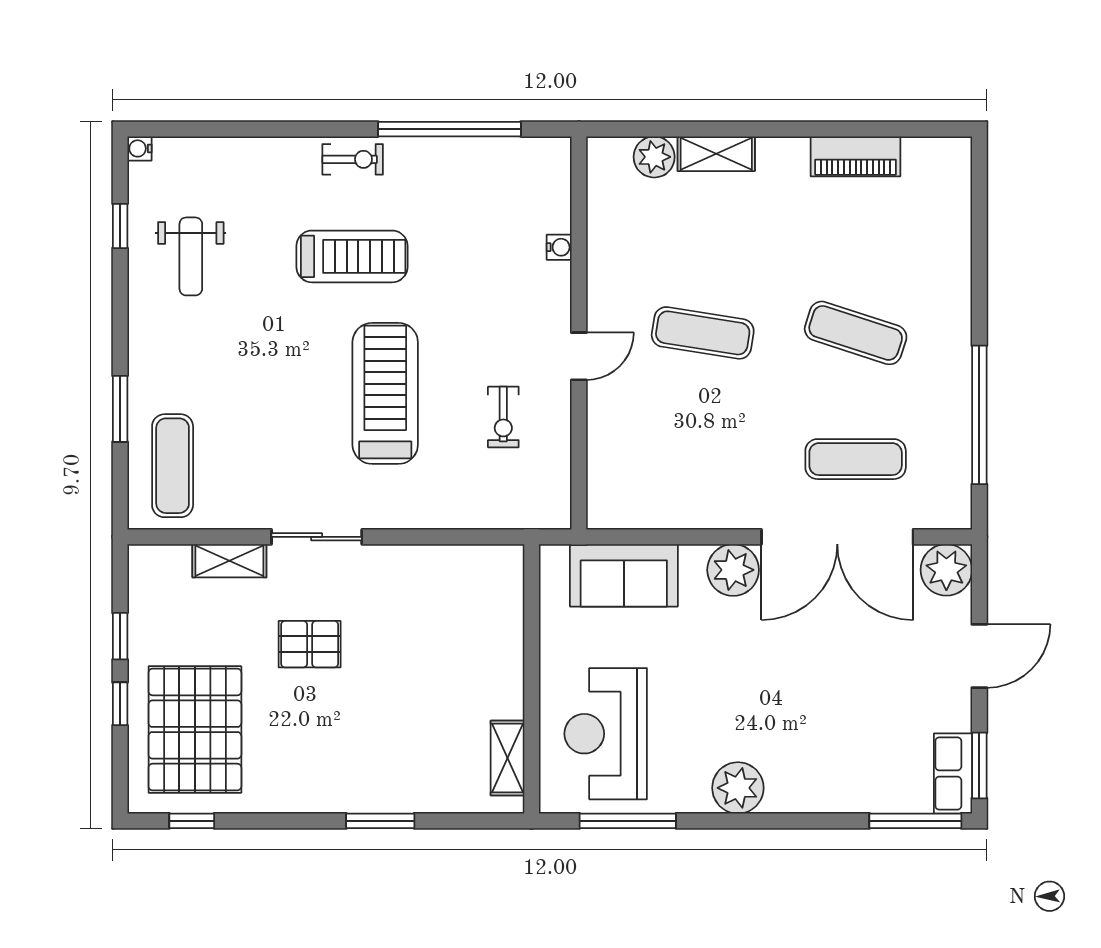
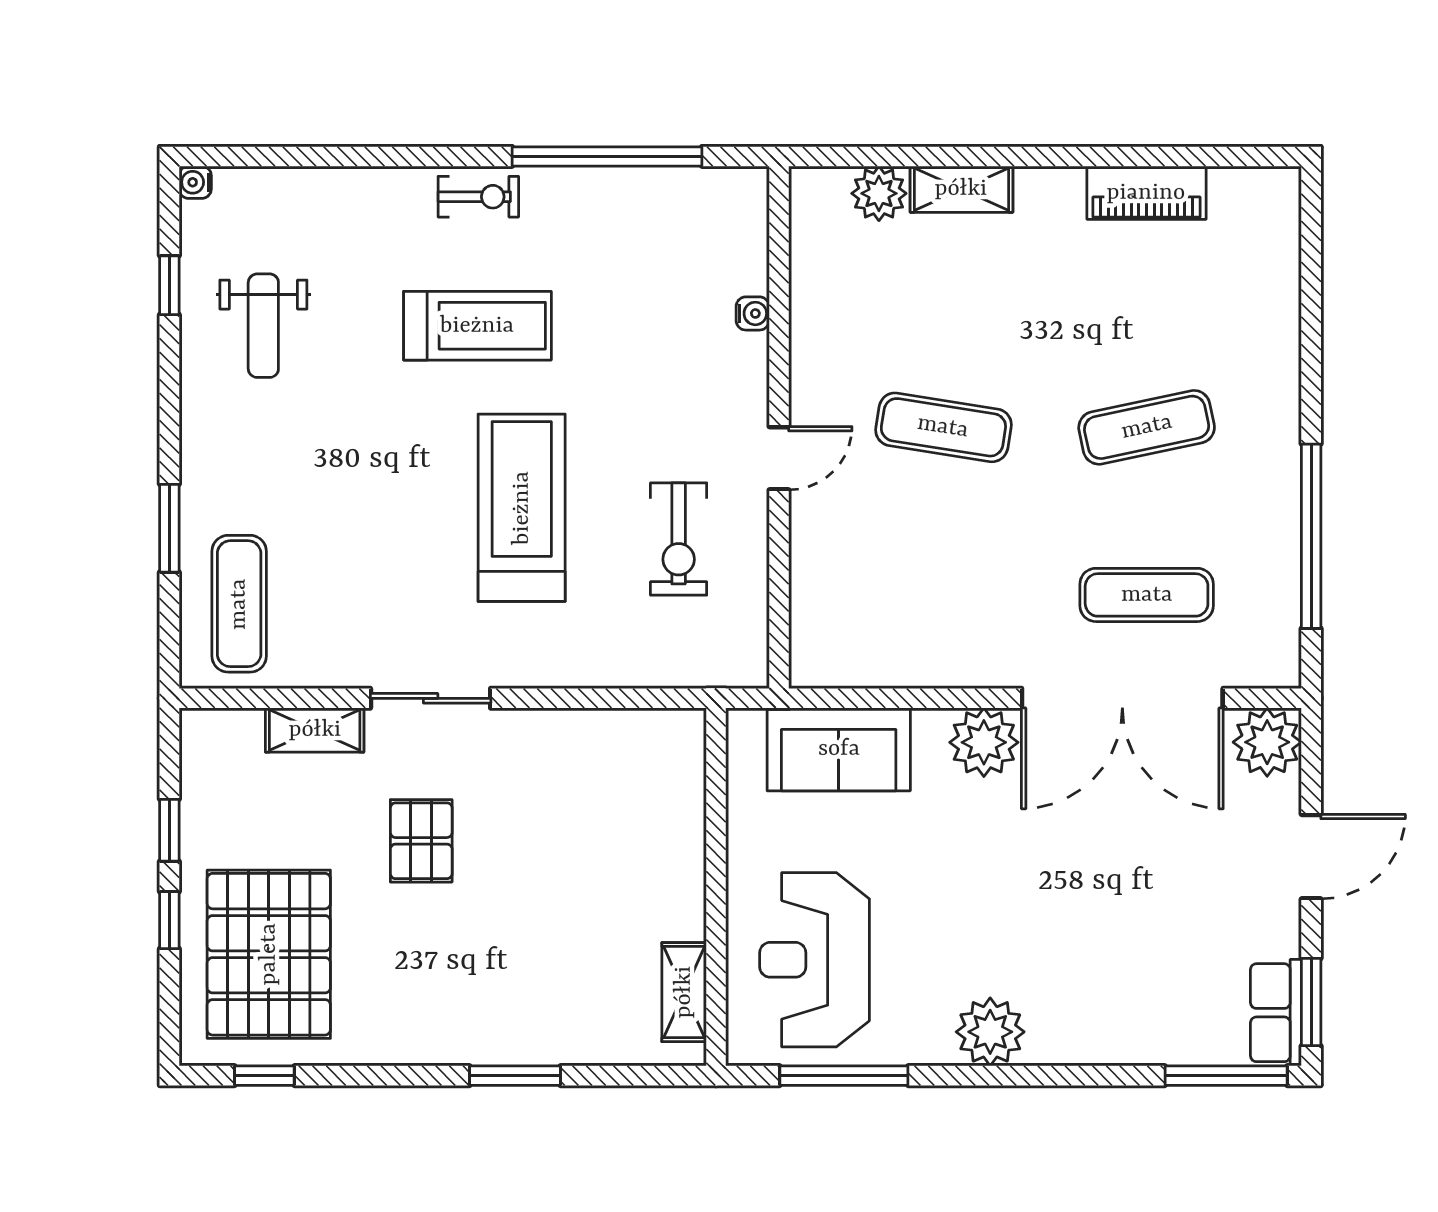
exercise mat: (856, 333) -> (1147, 427), turned -30
exercise bike: (503, 417) -> (679, 539), width x1.38, depth x1.39
pallet: (310, 644) -> (421, 841), turned 90

